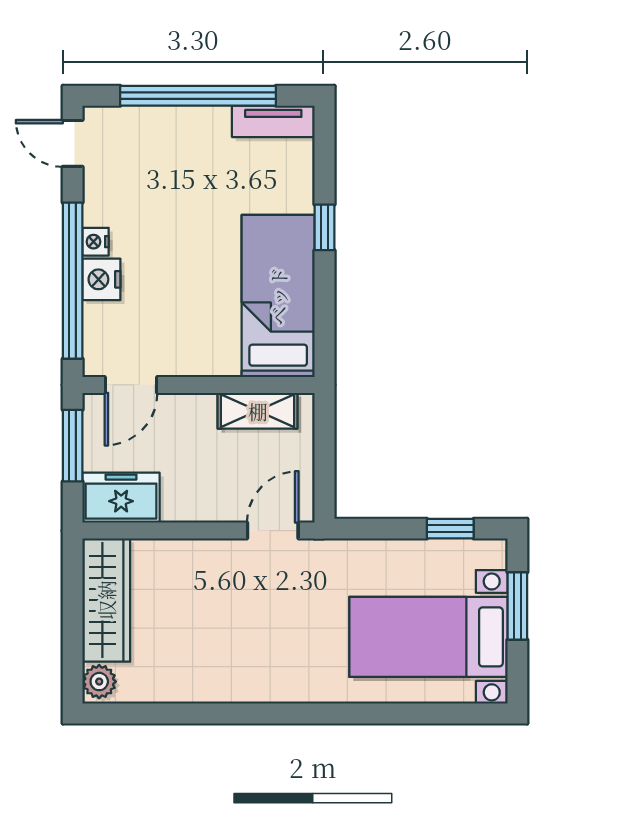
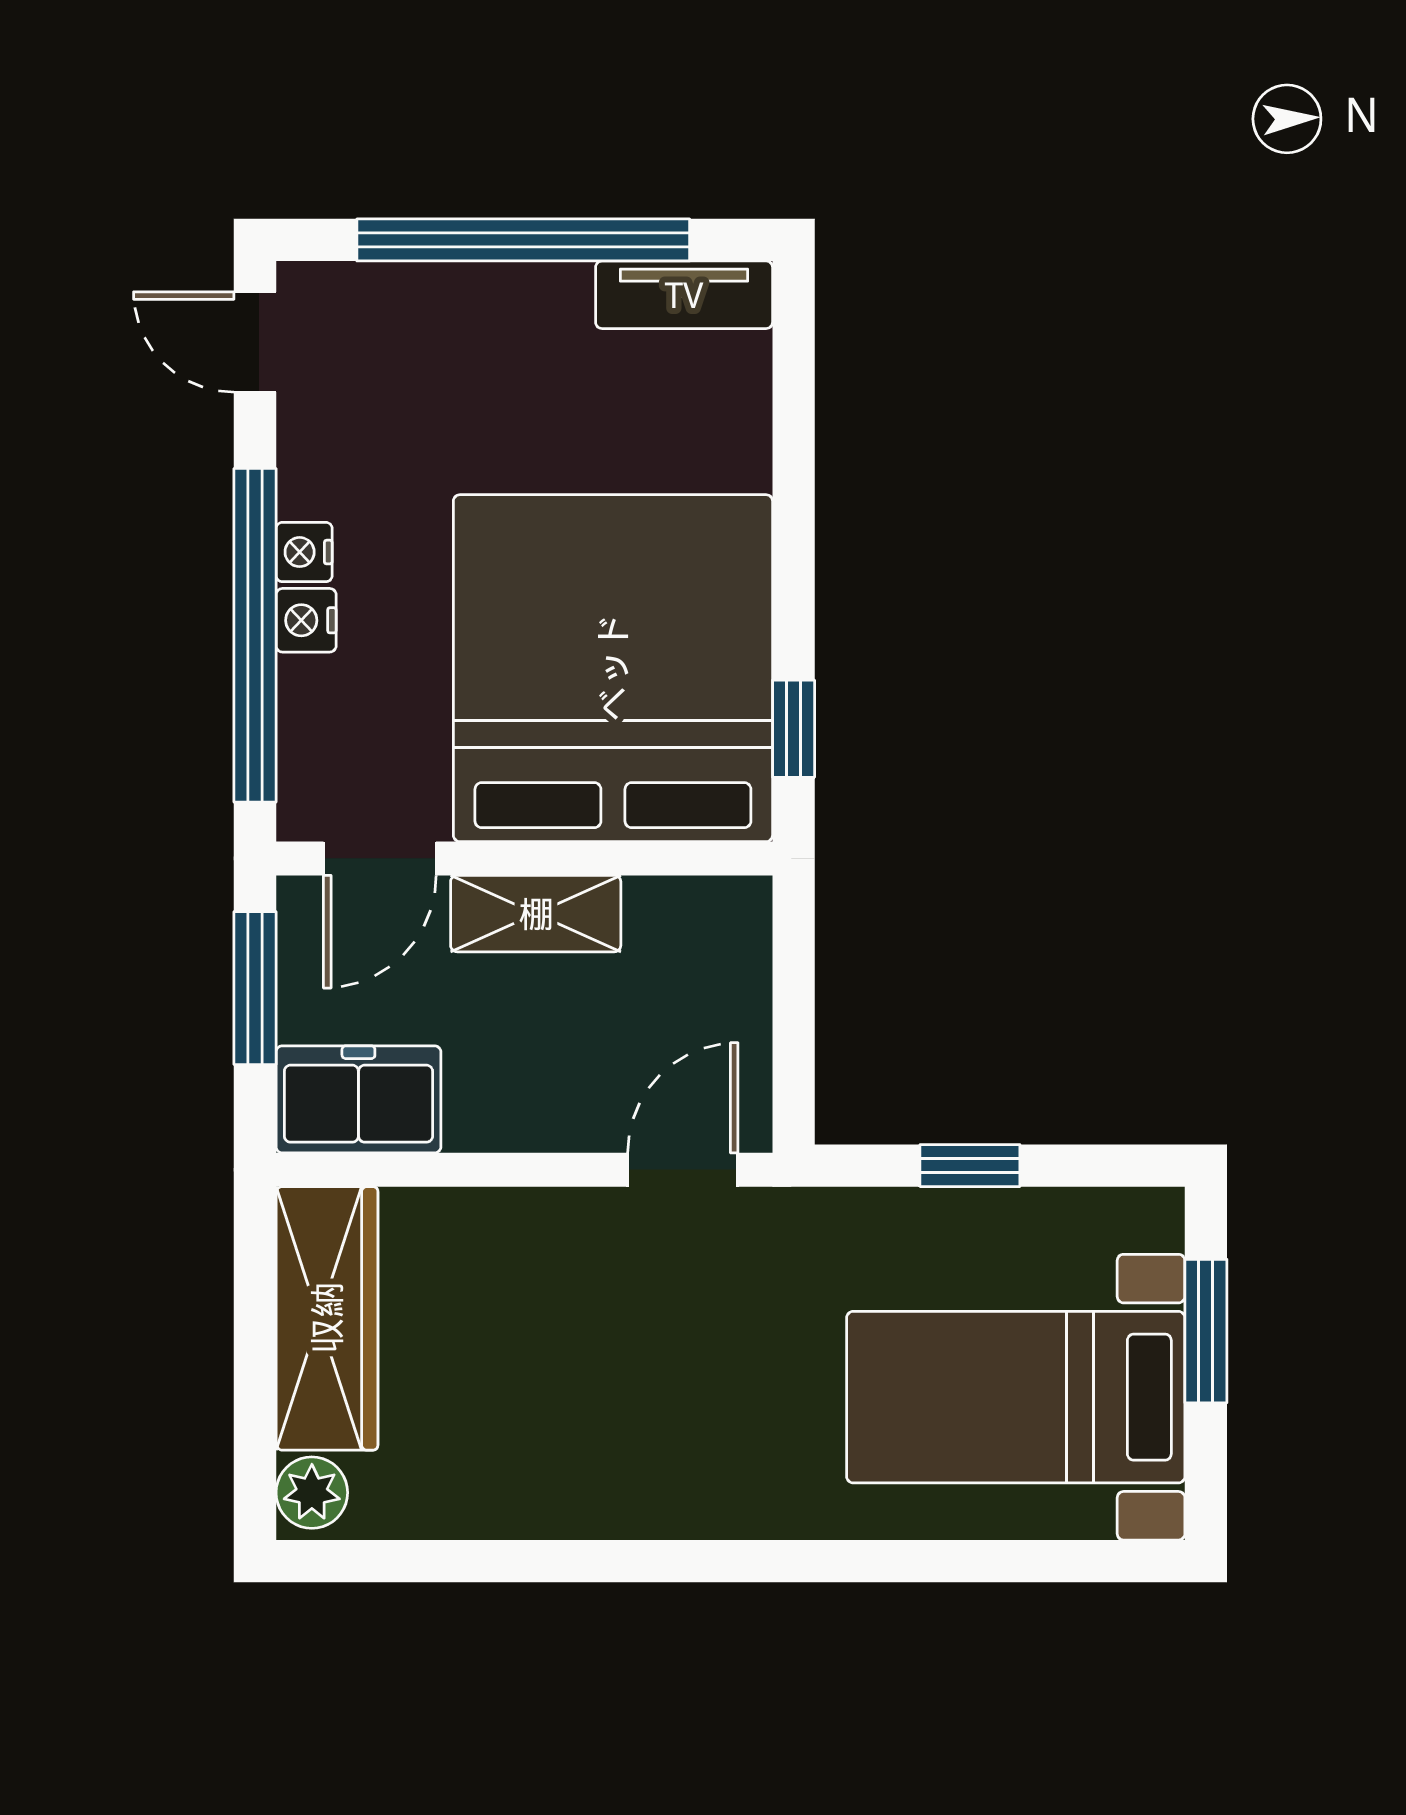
window: (325, 227) -> (794, 729), moved
nightstand: (101, 279) -> (306, 620), width x0.72, depth x0.74
bed: (278, 296) -> (613, 668), width x2.04
shelving: (258, 411) -> (536, 914), moved
window: (450, 529) -> (970, 1166), moved

